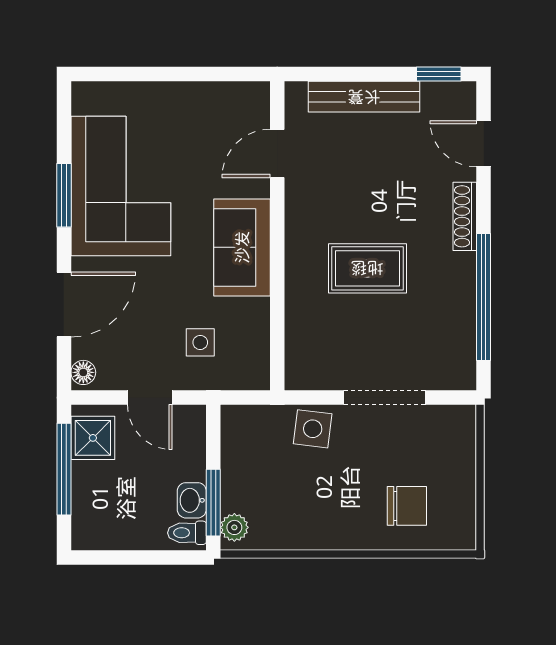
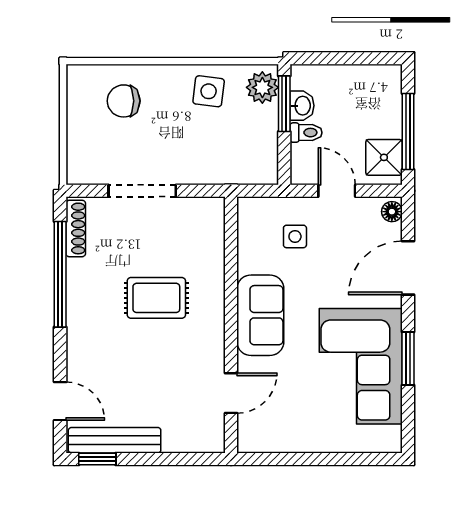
bench: (364, 97) -> (115, 440), moved
shoe rack: (465, 216) -> (76, 228), moved
side table: (313, 429) -> (209, 91), moved
plant: (234, 527) -> (262, 87), width x1.38, depth x1.38
toilet: (187, 533) -> (306, 133), moved

